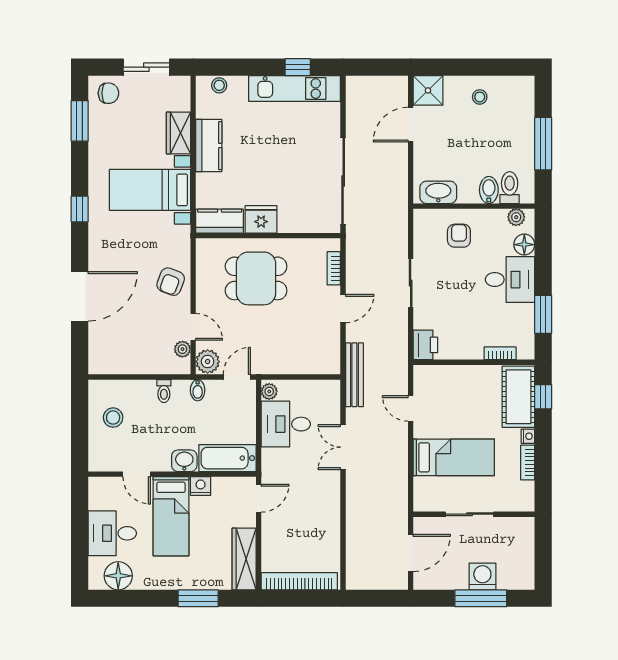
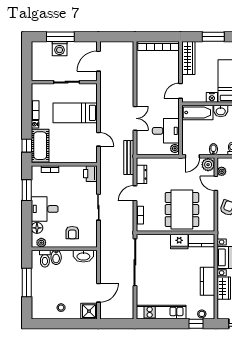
window: (298, 67) -> (196, 324), moved
dining table: (256, 278) -> (182, 210), width x1.38
dresser: (331, 344) -> (141, 174), added

